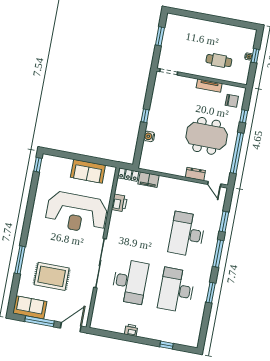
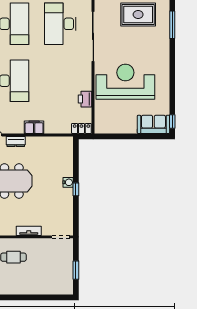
tv unit: (209, 86) -> (29, 231), moved
water cooler: (149, 136) -> (68, 182), moved
sofa: (88, 171) -> (153, 124), moved
filing cabinet: (149, 180) -> (34, 127), moved

